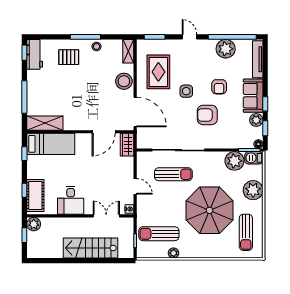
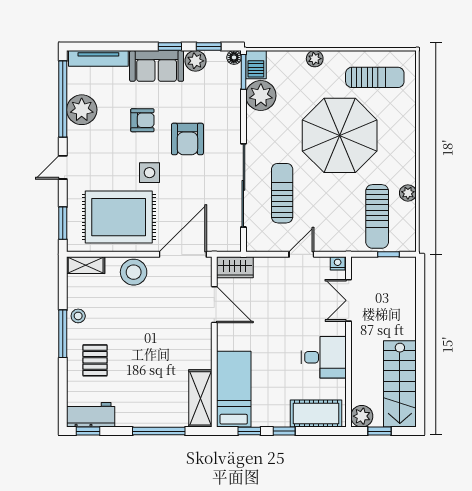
rug: (158, 72) -> (119, 217), width x1.37, depth x1.44
window: (24, 190) -> (284, 431), moved
plant: (253, 190) -> (315, 59), width x0.53, depth x0.53
stairs: (90, 248) -> (400, 384), moved

